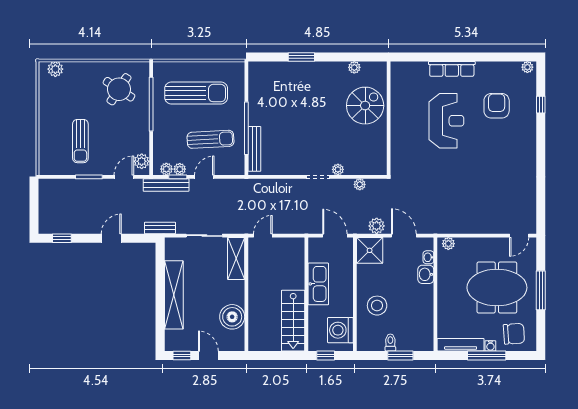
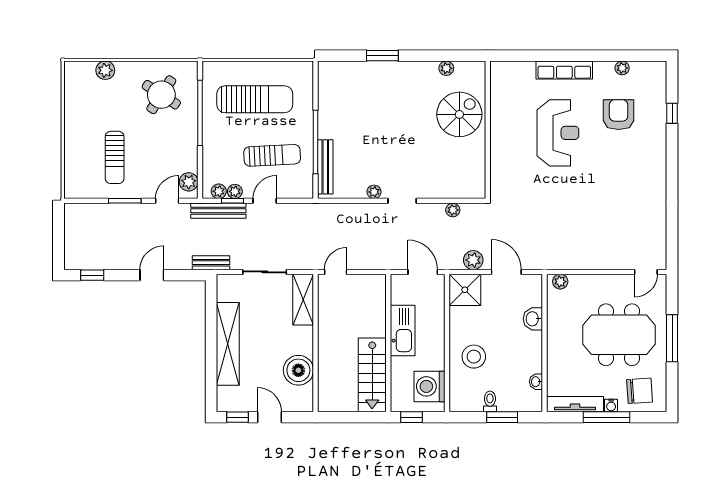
plant: (527, 67) -> (622, 68), moved
plant: (55, 69) -> (105, 70), moved
plant: (338, 169) -> (374, 192), moved
washbasin: (428, 257) -> (536, 382), moved

